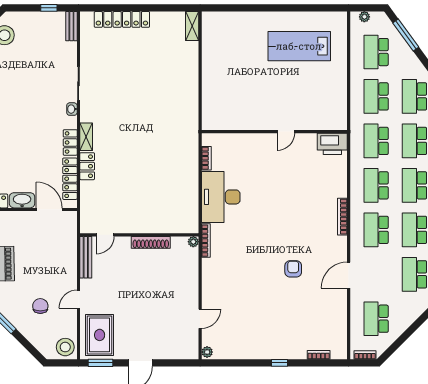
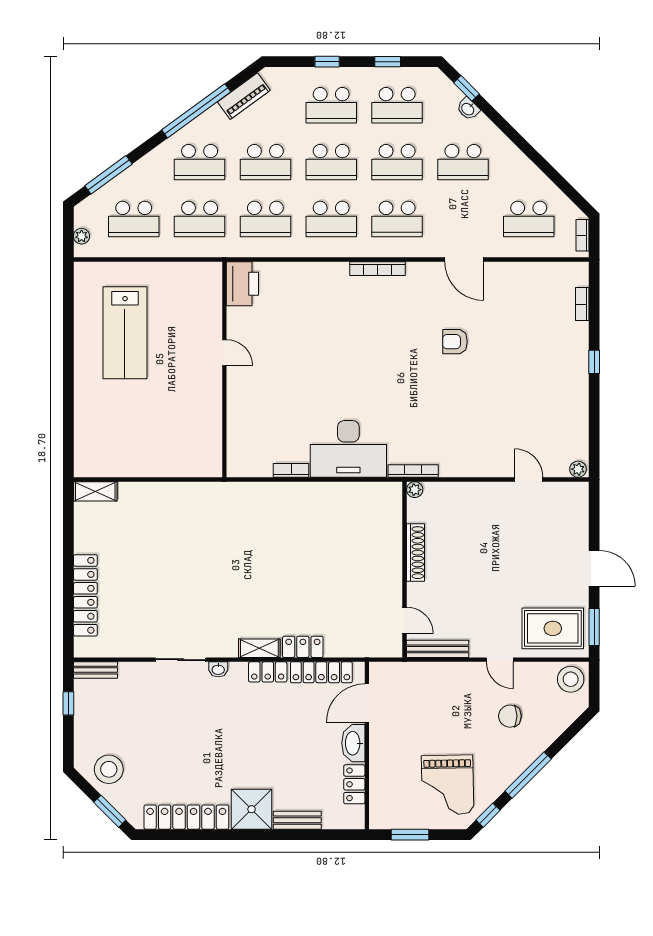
wall: (274, 132) -> (224, 369), moved
door: (286, 132) -> (224, 353), moved
printer: (332, 144) -> (242, 284), moved

